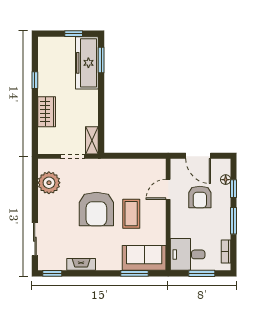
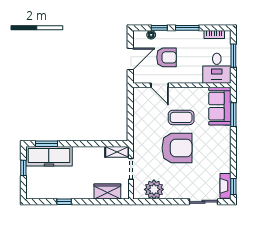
wardrobe: (47, 112) -> (107, 191), moved
fireplace: (81, 264) -> (225, 186), moved

